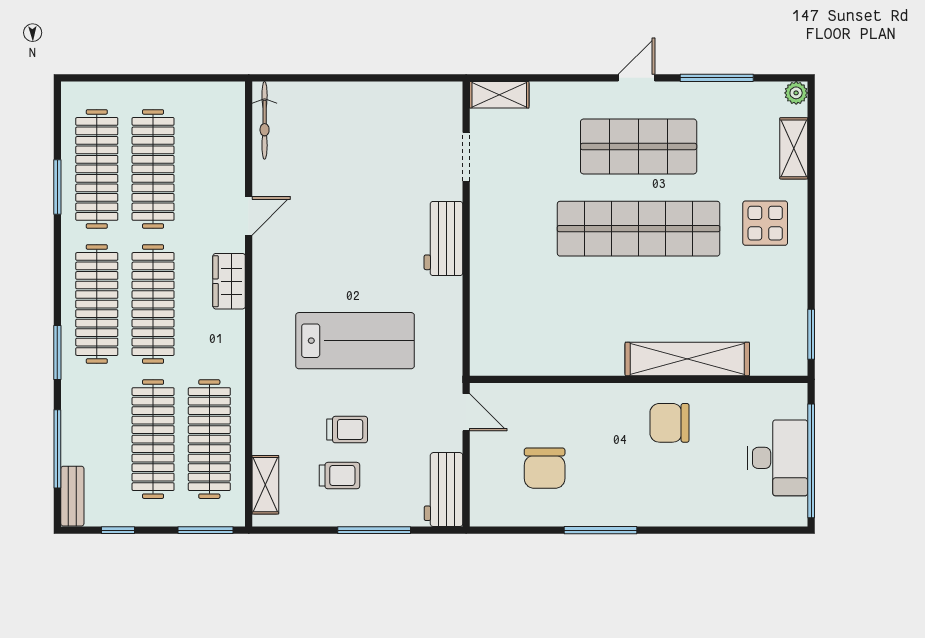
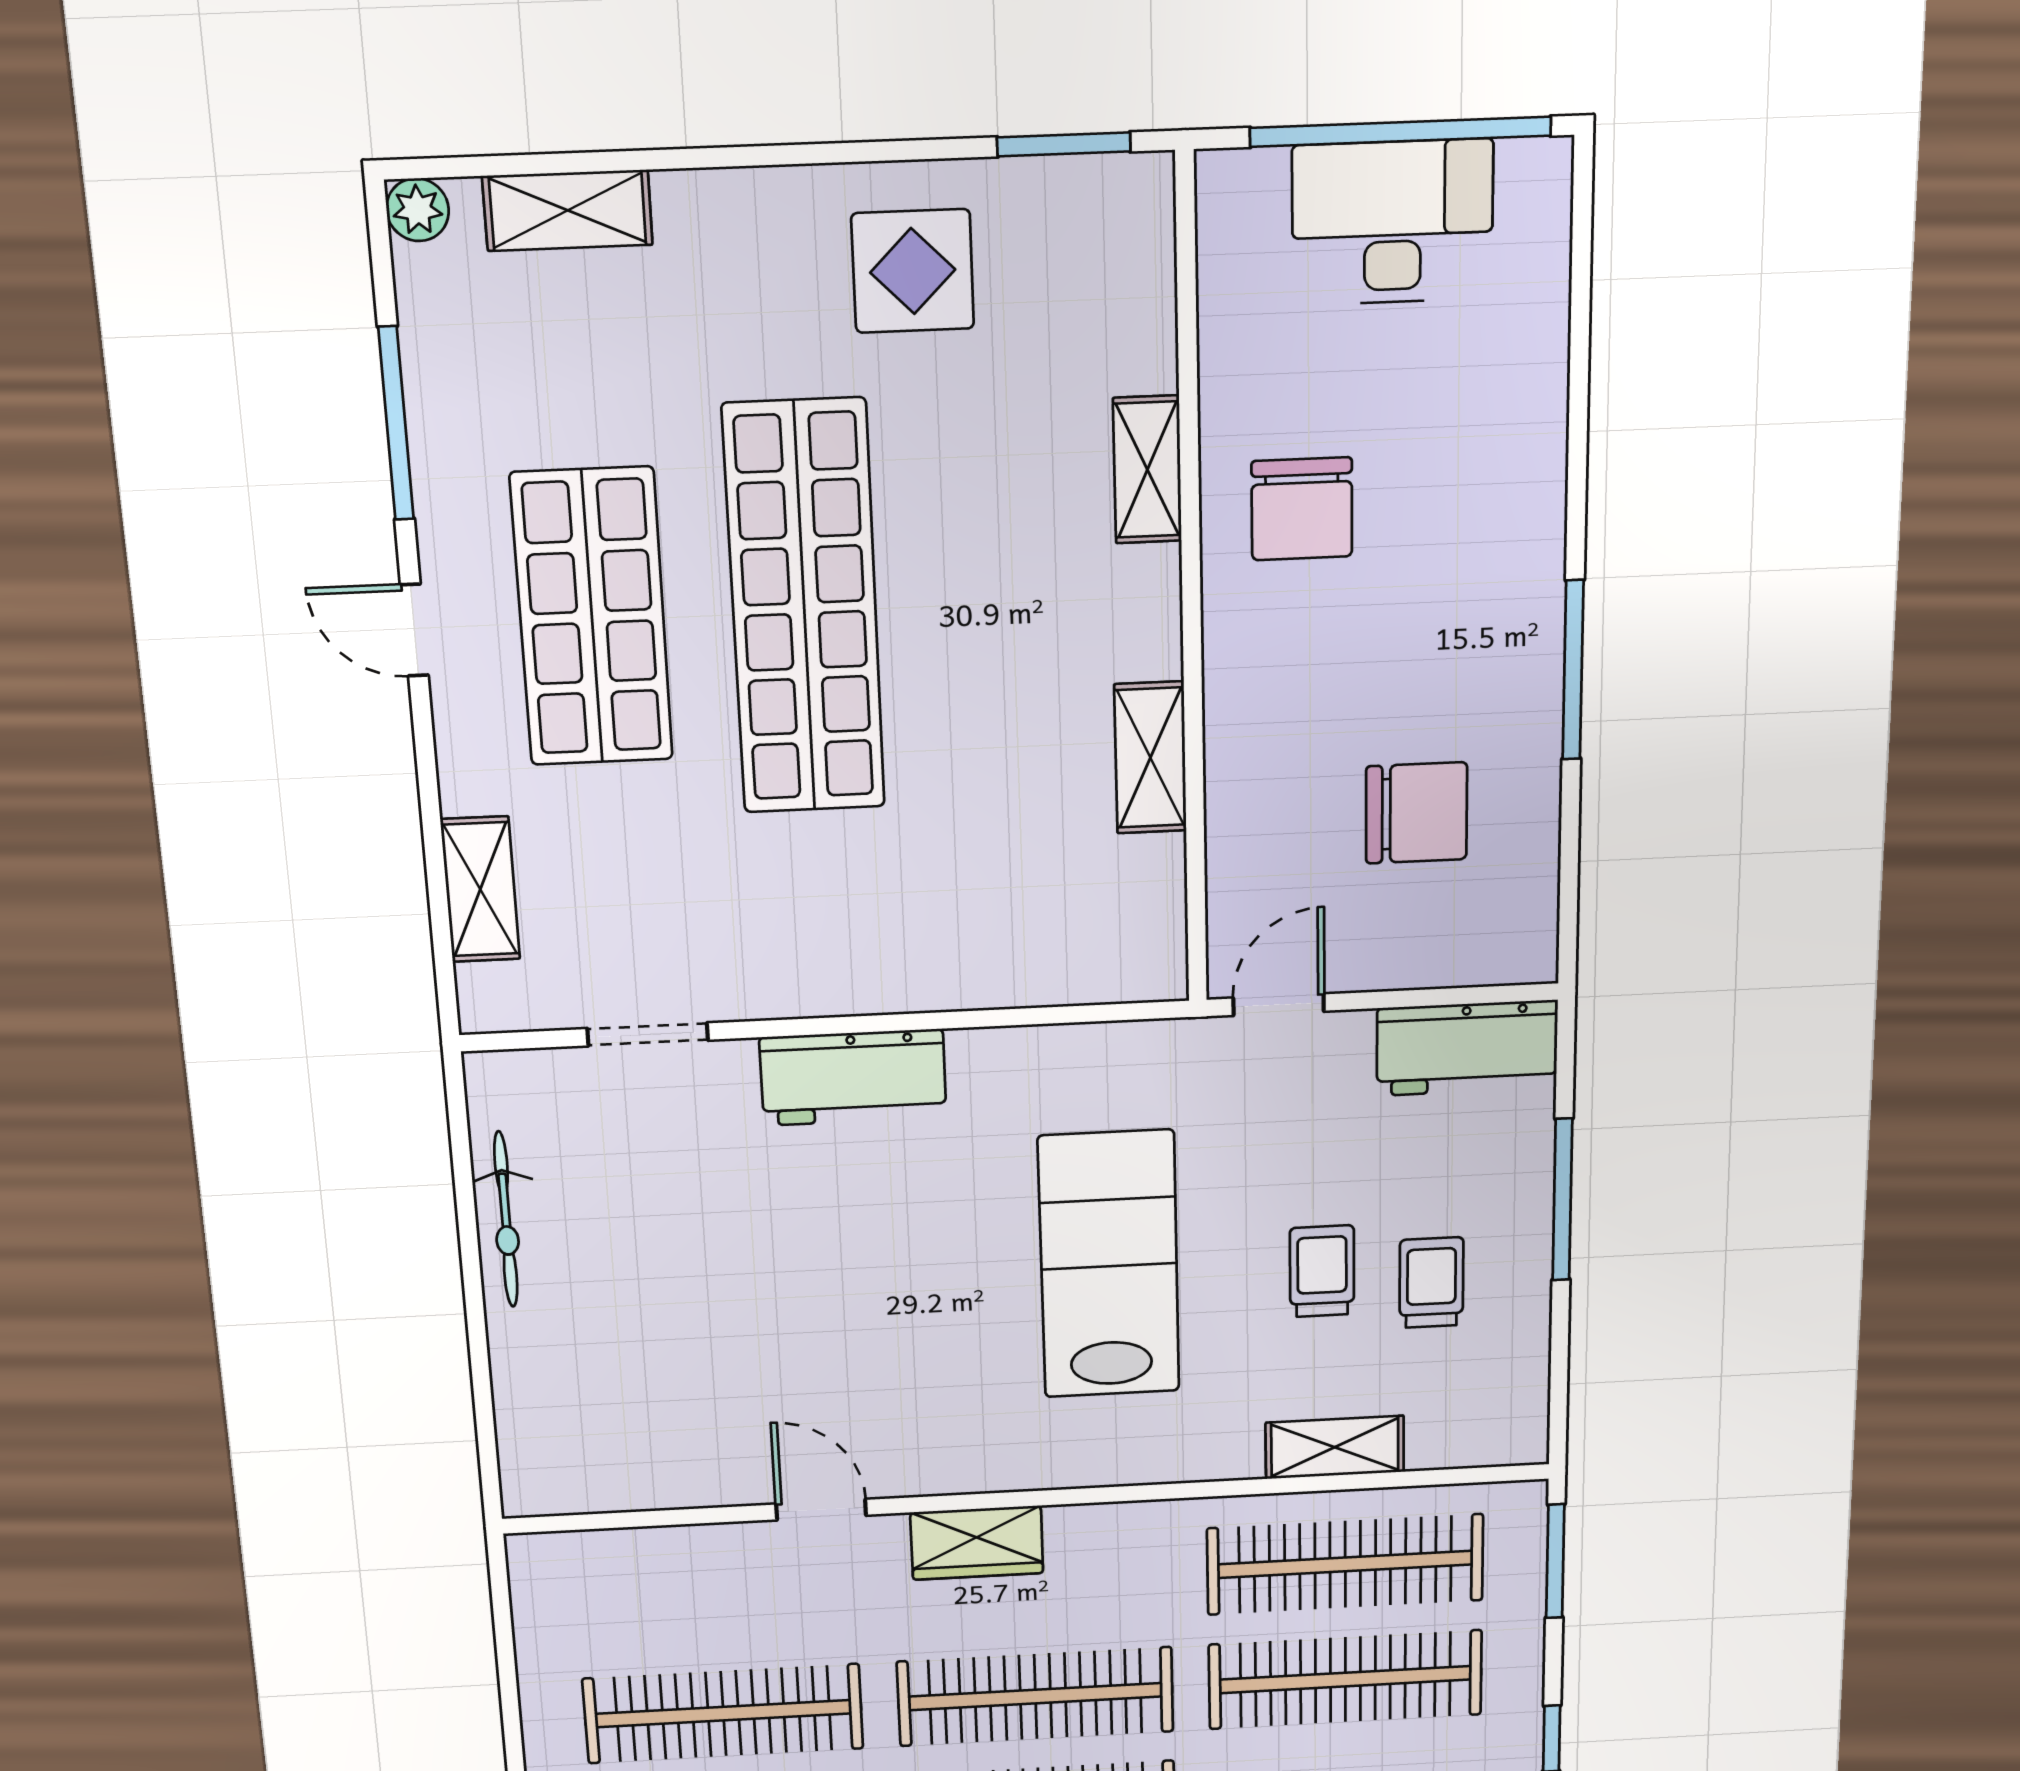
shelving: (499, 95) -> (480, 889), moved
bicycle: (265, 120) -> (506, 1219), moved, turned 90
display table: (765, 223) -> (913, 271), moved
shelving: (687, 359) -> (1147, 470), width x0.45, depth x0.75
shelving: (572, 362) -> (1150, 758), added
shelving: (265, 485) -> (1335, 1447), moved

